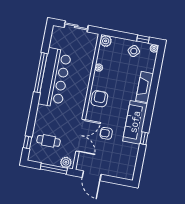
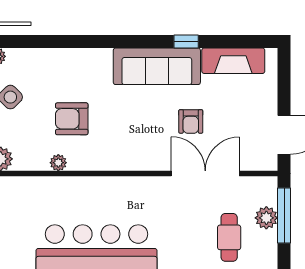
fireplace: (145, 87) -> (233, 61), moved
armchair: (99, 99) -> (72, 119), moved
plant: (66, 162) -> (266, 218), moved

